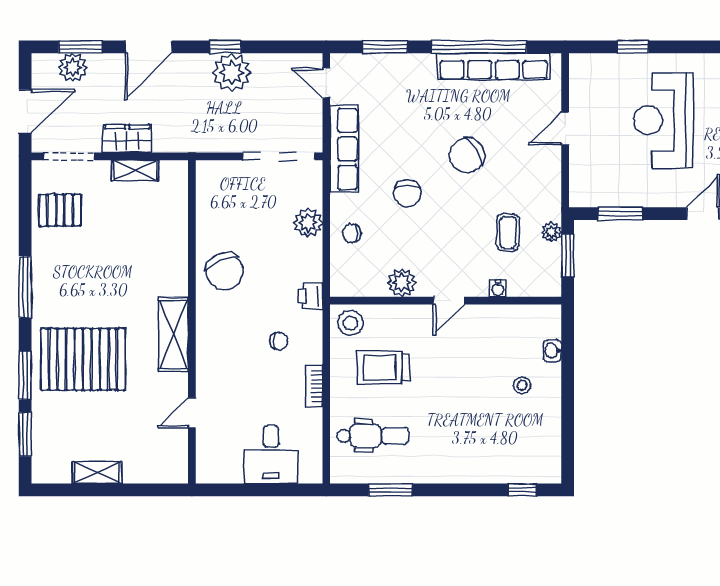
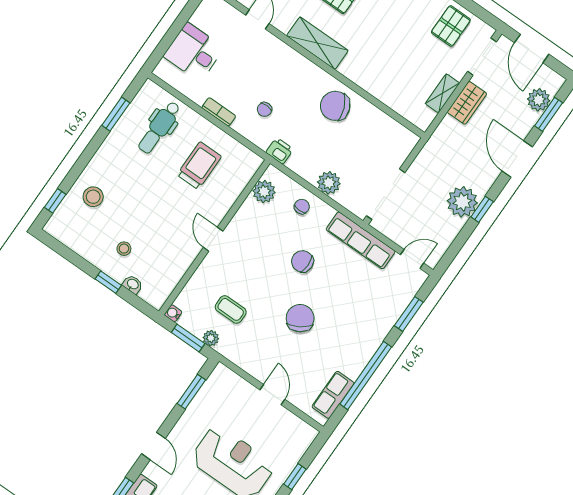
row of seats: (494, 66) -> (333, 395), width x0.50
plant: (402, 283) -> (264, 192), moved
water cooler: (498, 289) -> (173, 313), moved
stool: (351, 323) -> (93, 197), moved
window: (568, 377) -> (108, 282), added

